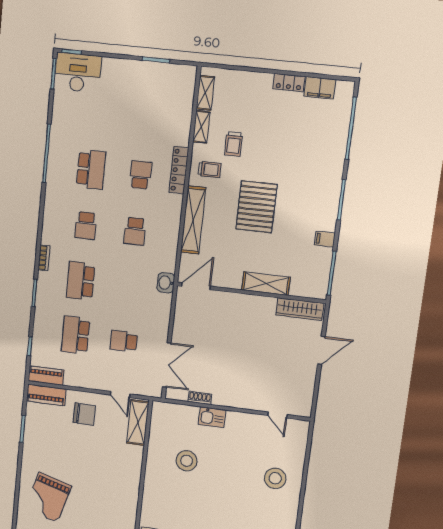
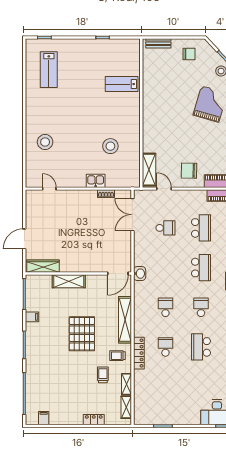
locker: (289, 83) -> (94, 420), moved
filing cabinet: (320, 88) -> (44, 418), width x0.50
school desk: (141, 175) -> (165, 347), turned 180

